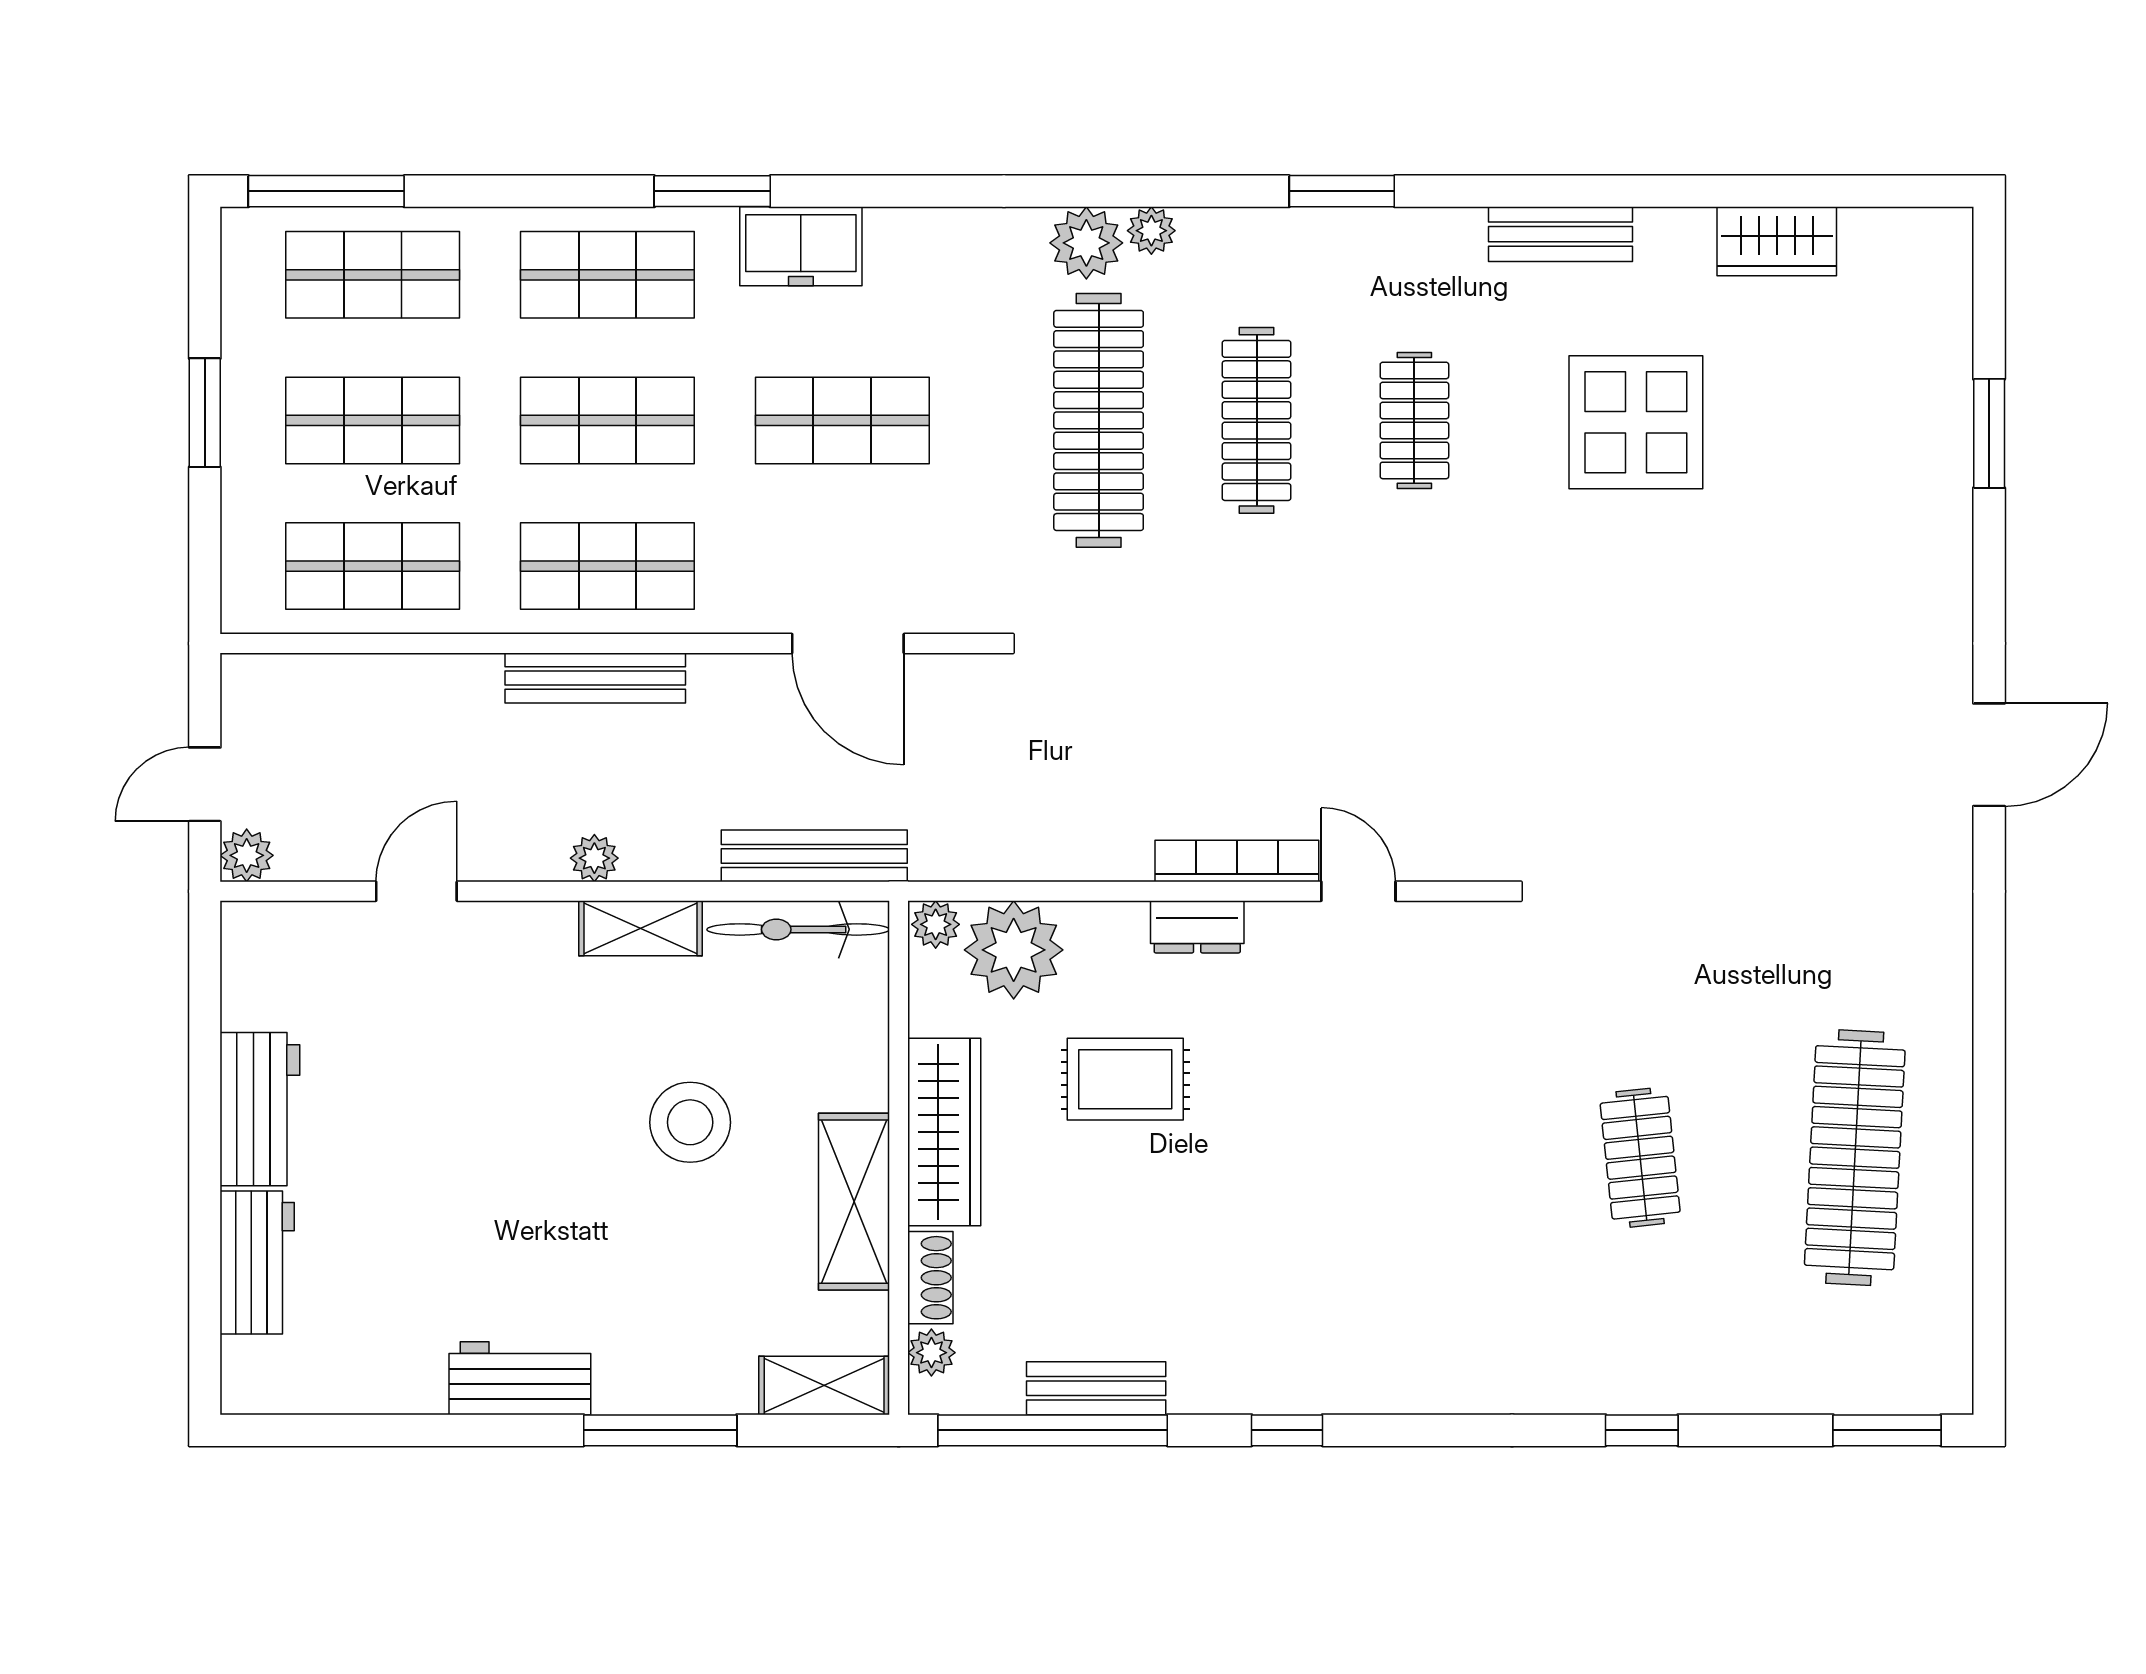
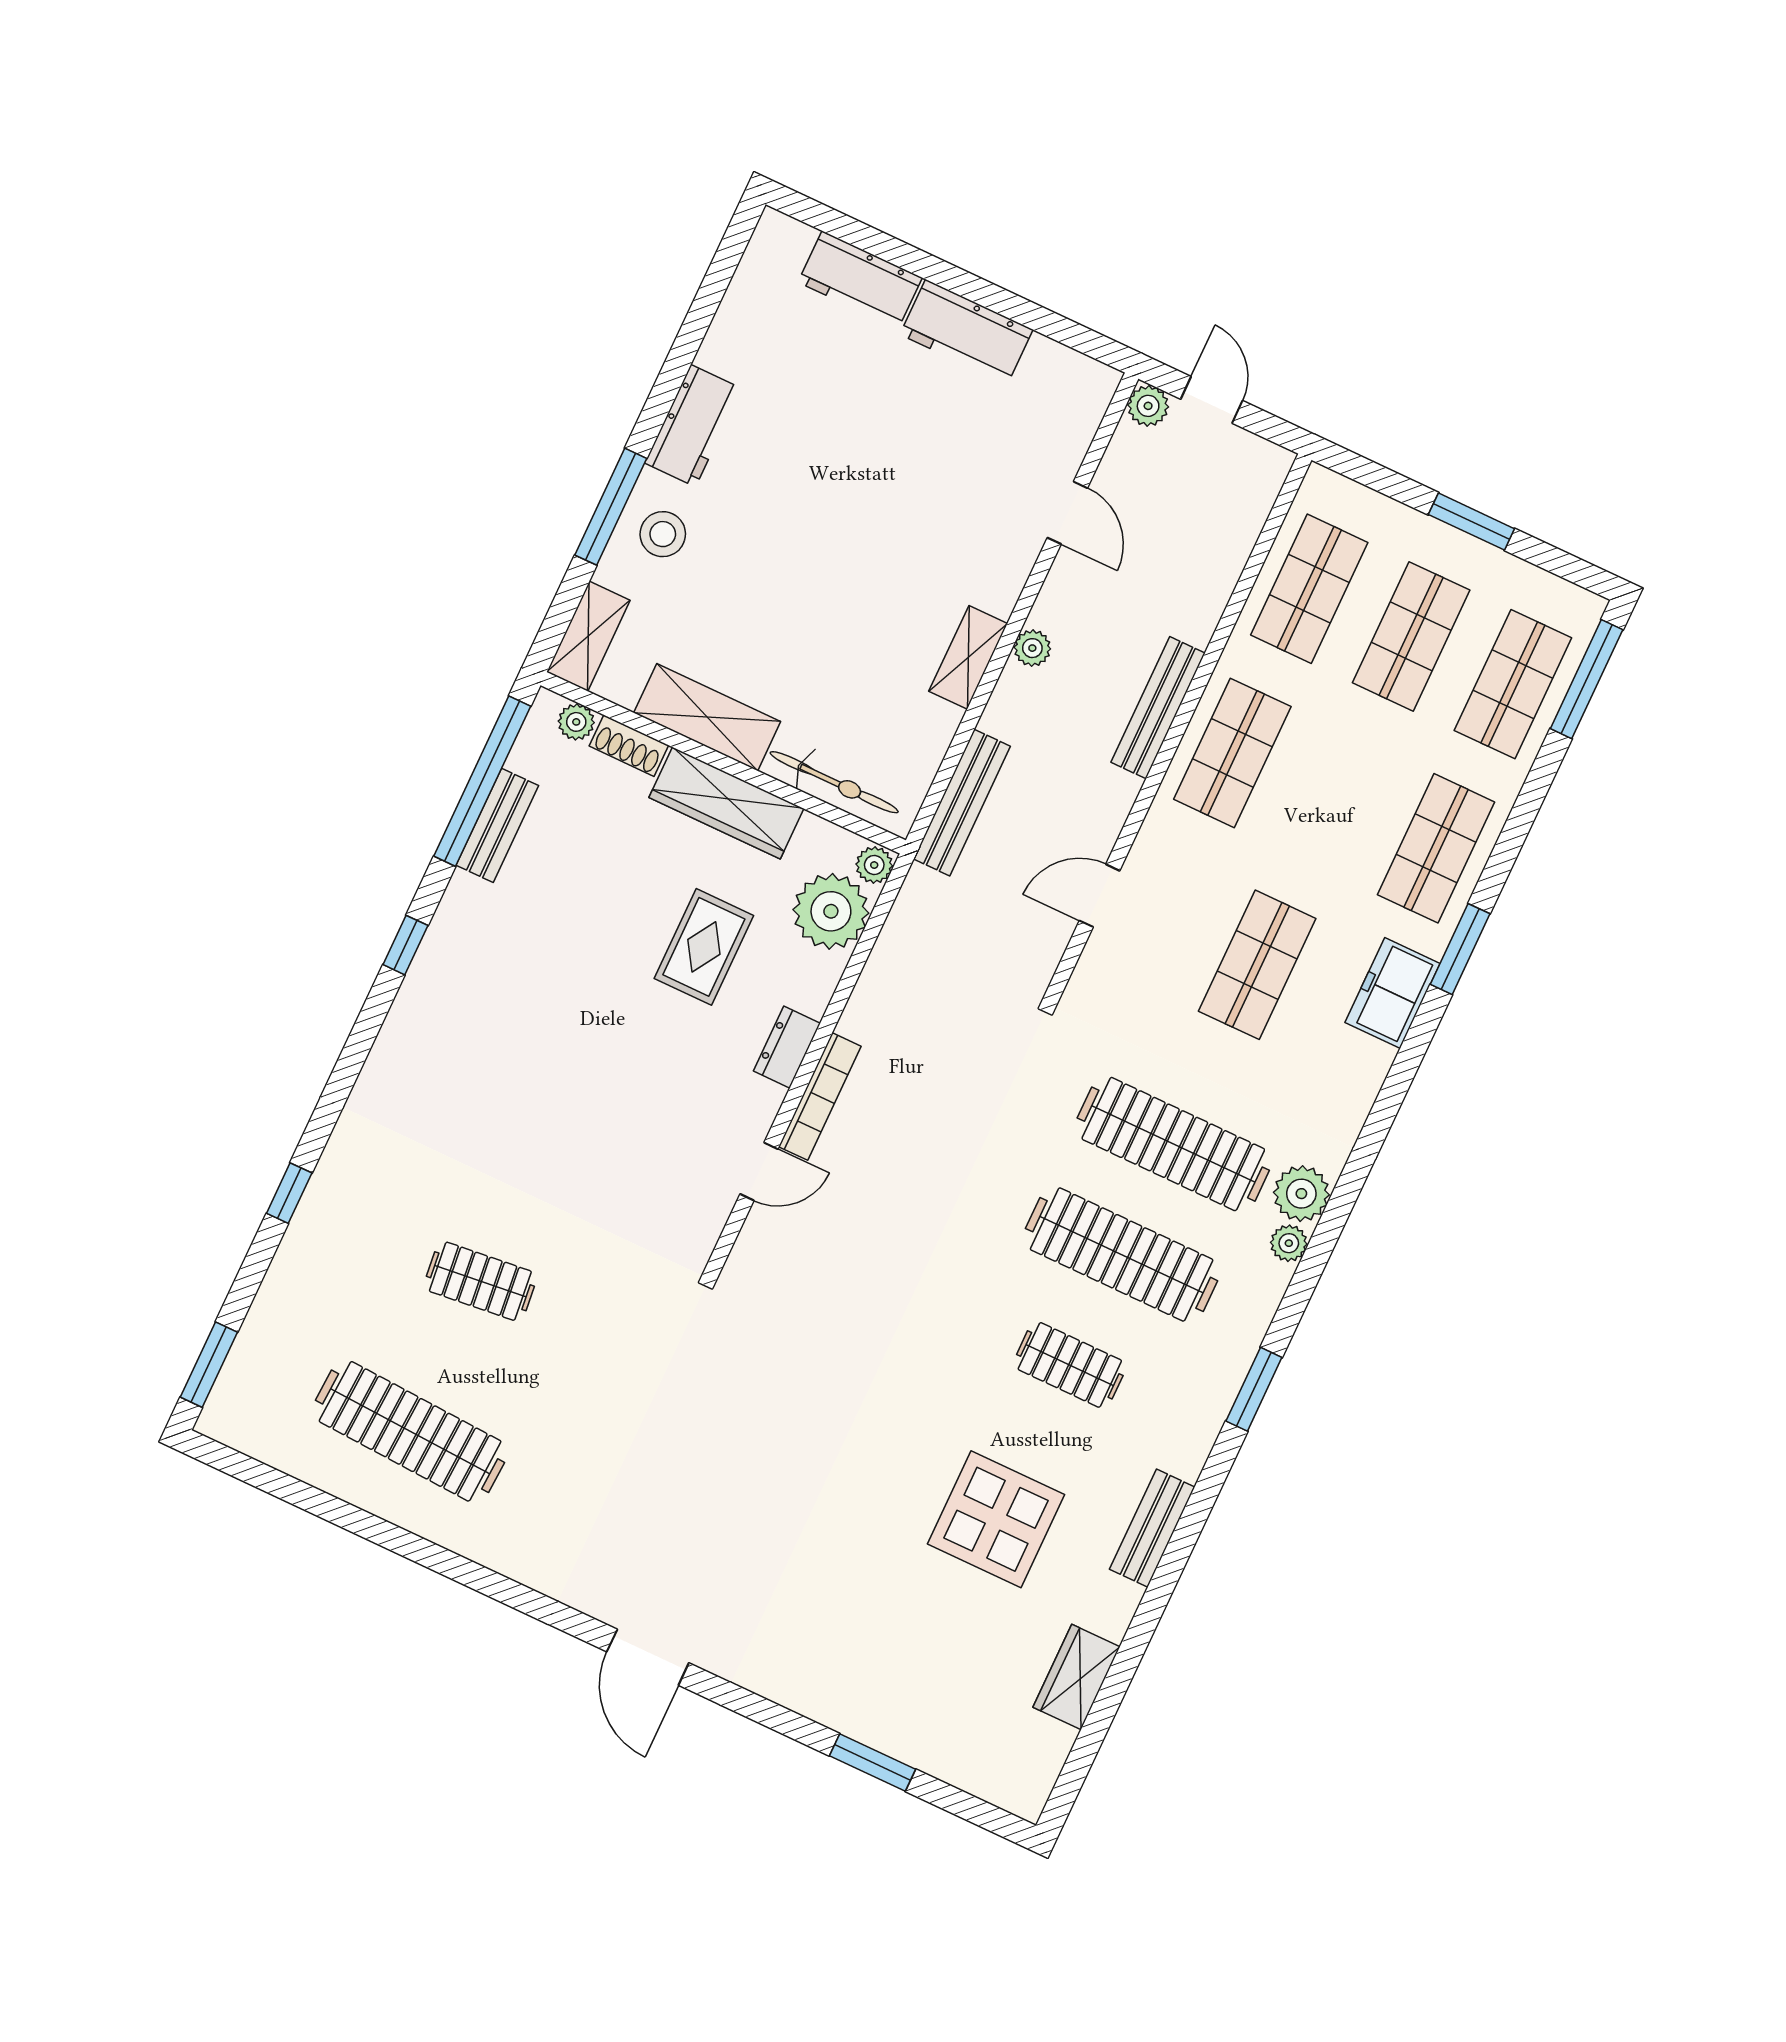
shop shelf: (607, 420) -> (1334, 801), removed
clothes rail: (1257, 420) -> (1122, 1255), width x1.37, depth x1.31
door: (848, 643) -> (1099, 896), width x0.73
bicycle: (798, 929) -> (834, 782), moved, turned 90
stool: (690, 1122) -> (663, 534), moved, width x0.73, depth x0.73

